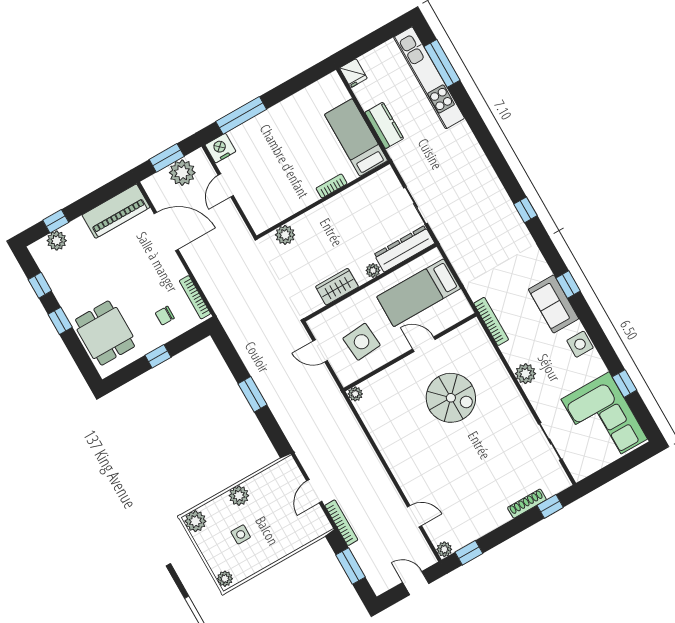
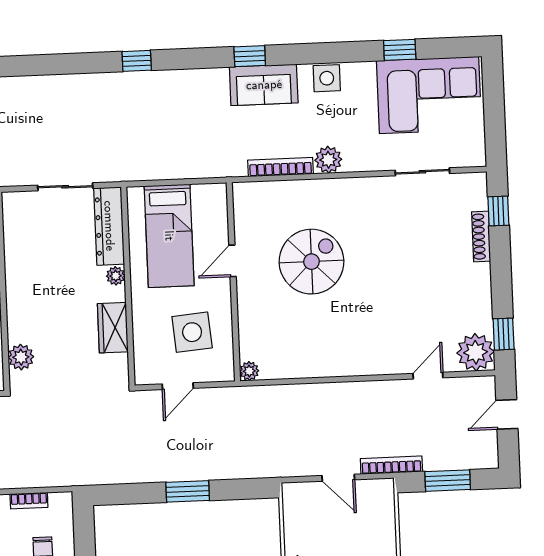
bookcase: (195, 297) -> (29, 501), width x0.64
bookcase: (491, 321) -> (280, 167), moved
plant: (444, 549) -> (476, 352), width x1.87, depth x1.87

